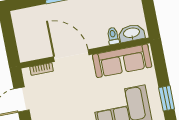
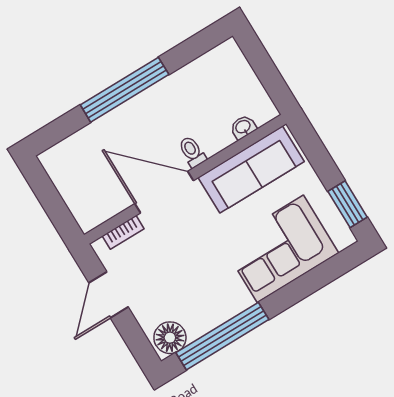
washbasin: (132, 33) -> (243, 127), width x0.52, depth x0.69
toilet: (113, 36) -> (192, 152), moved

